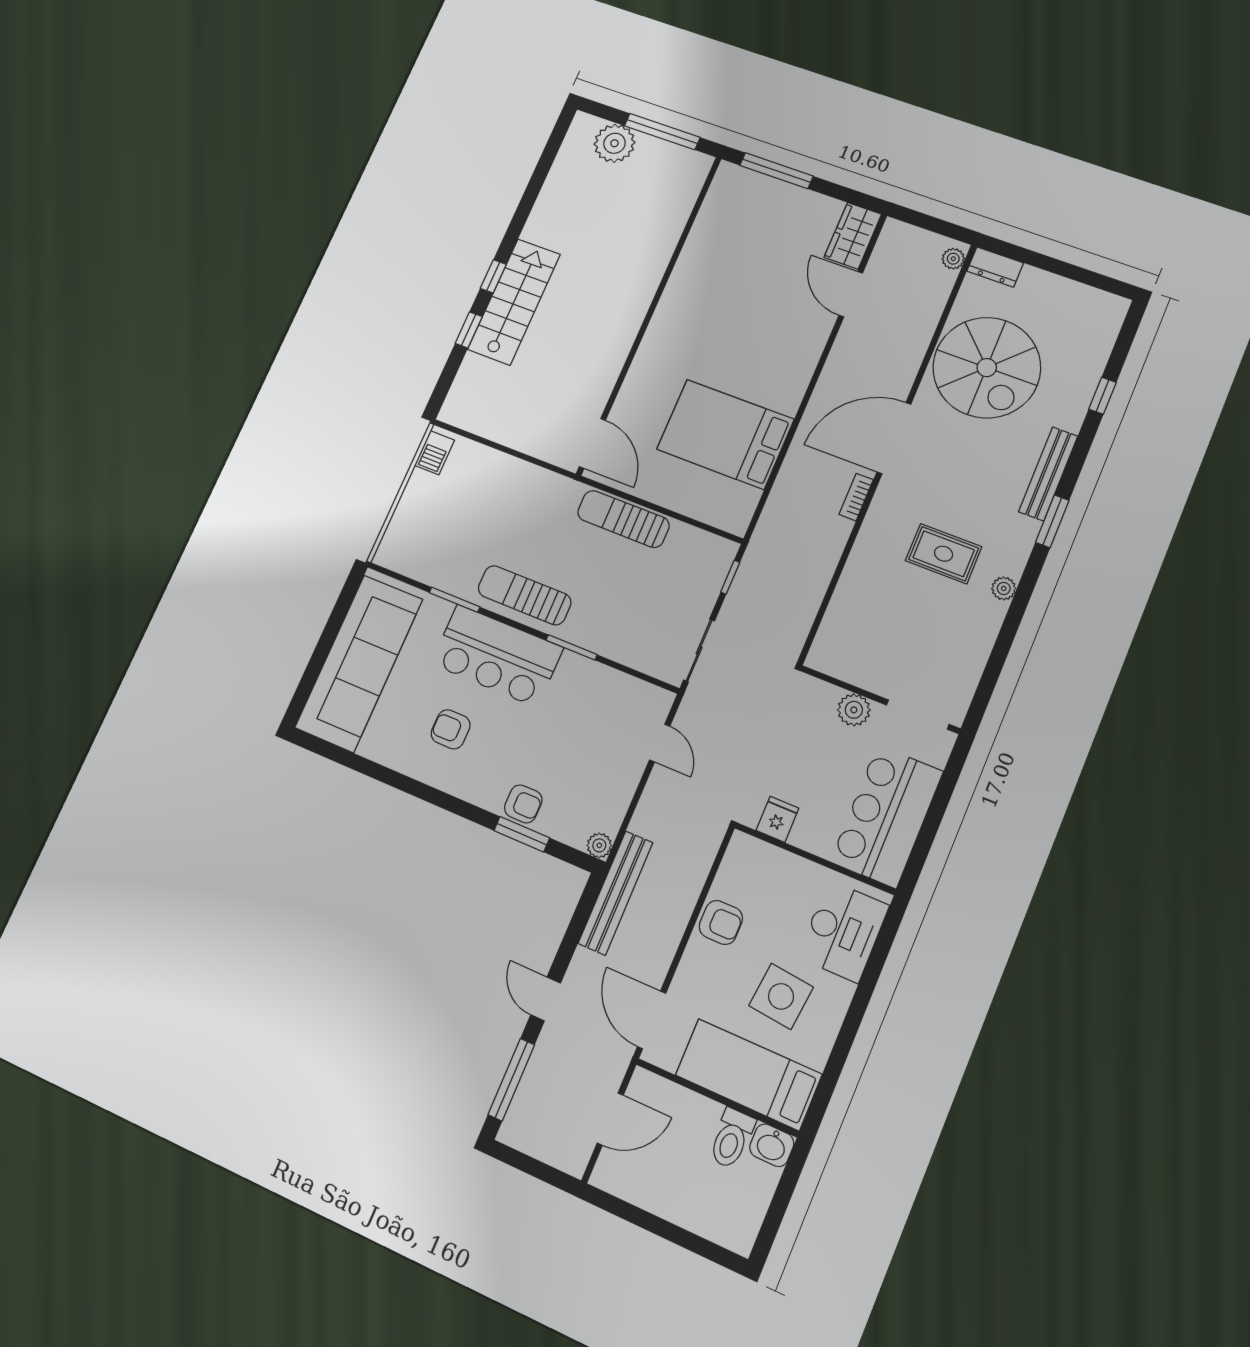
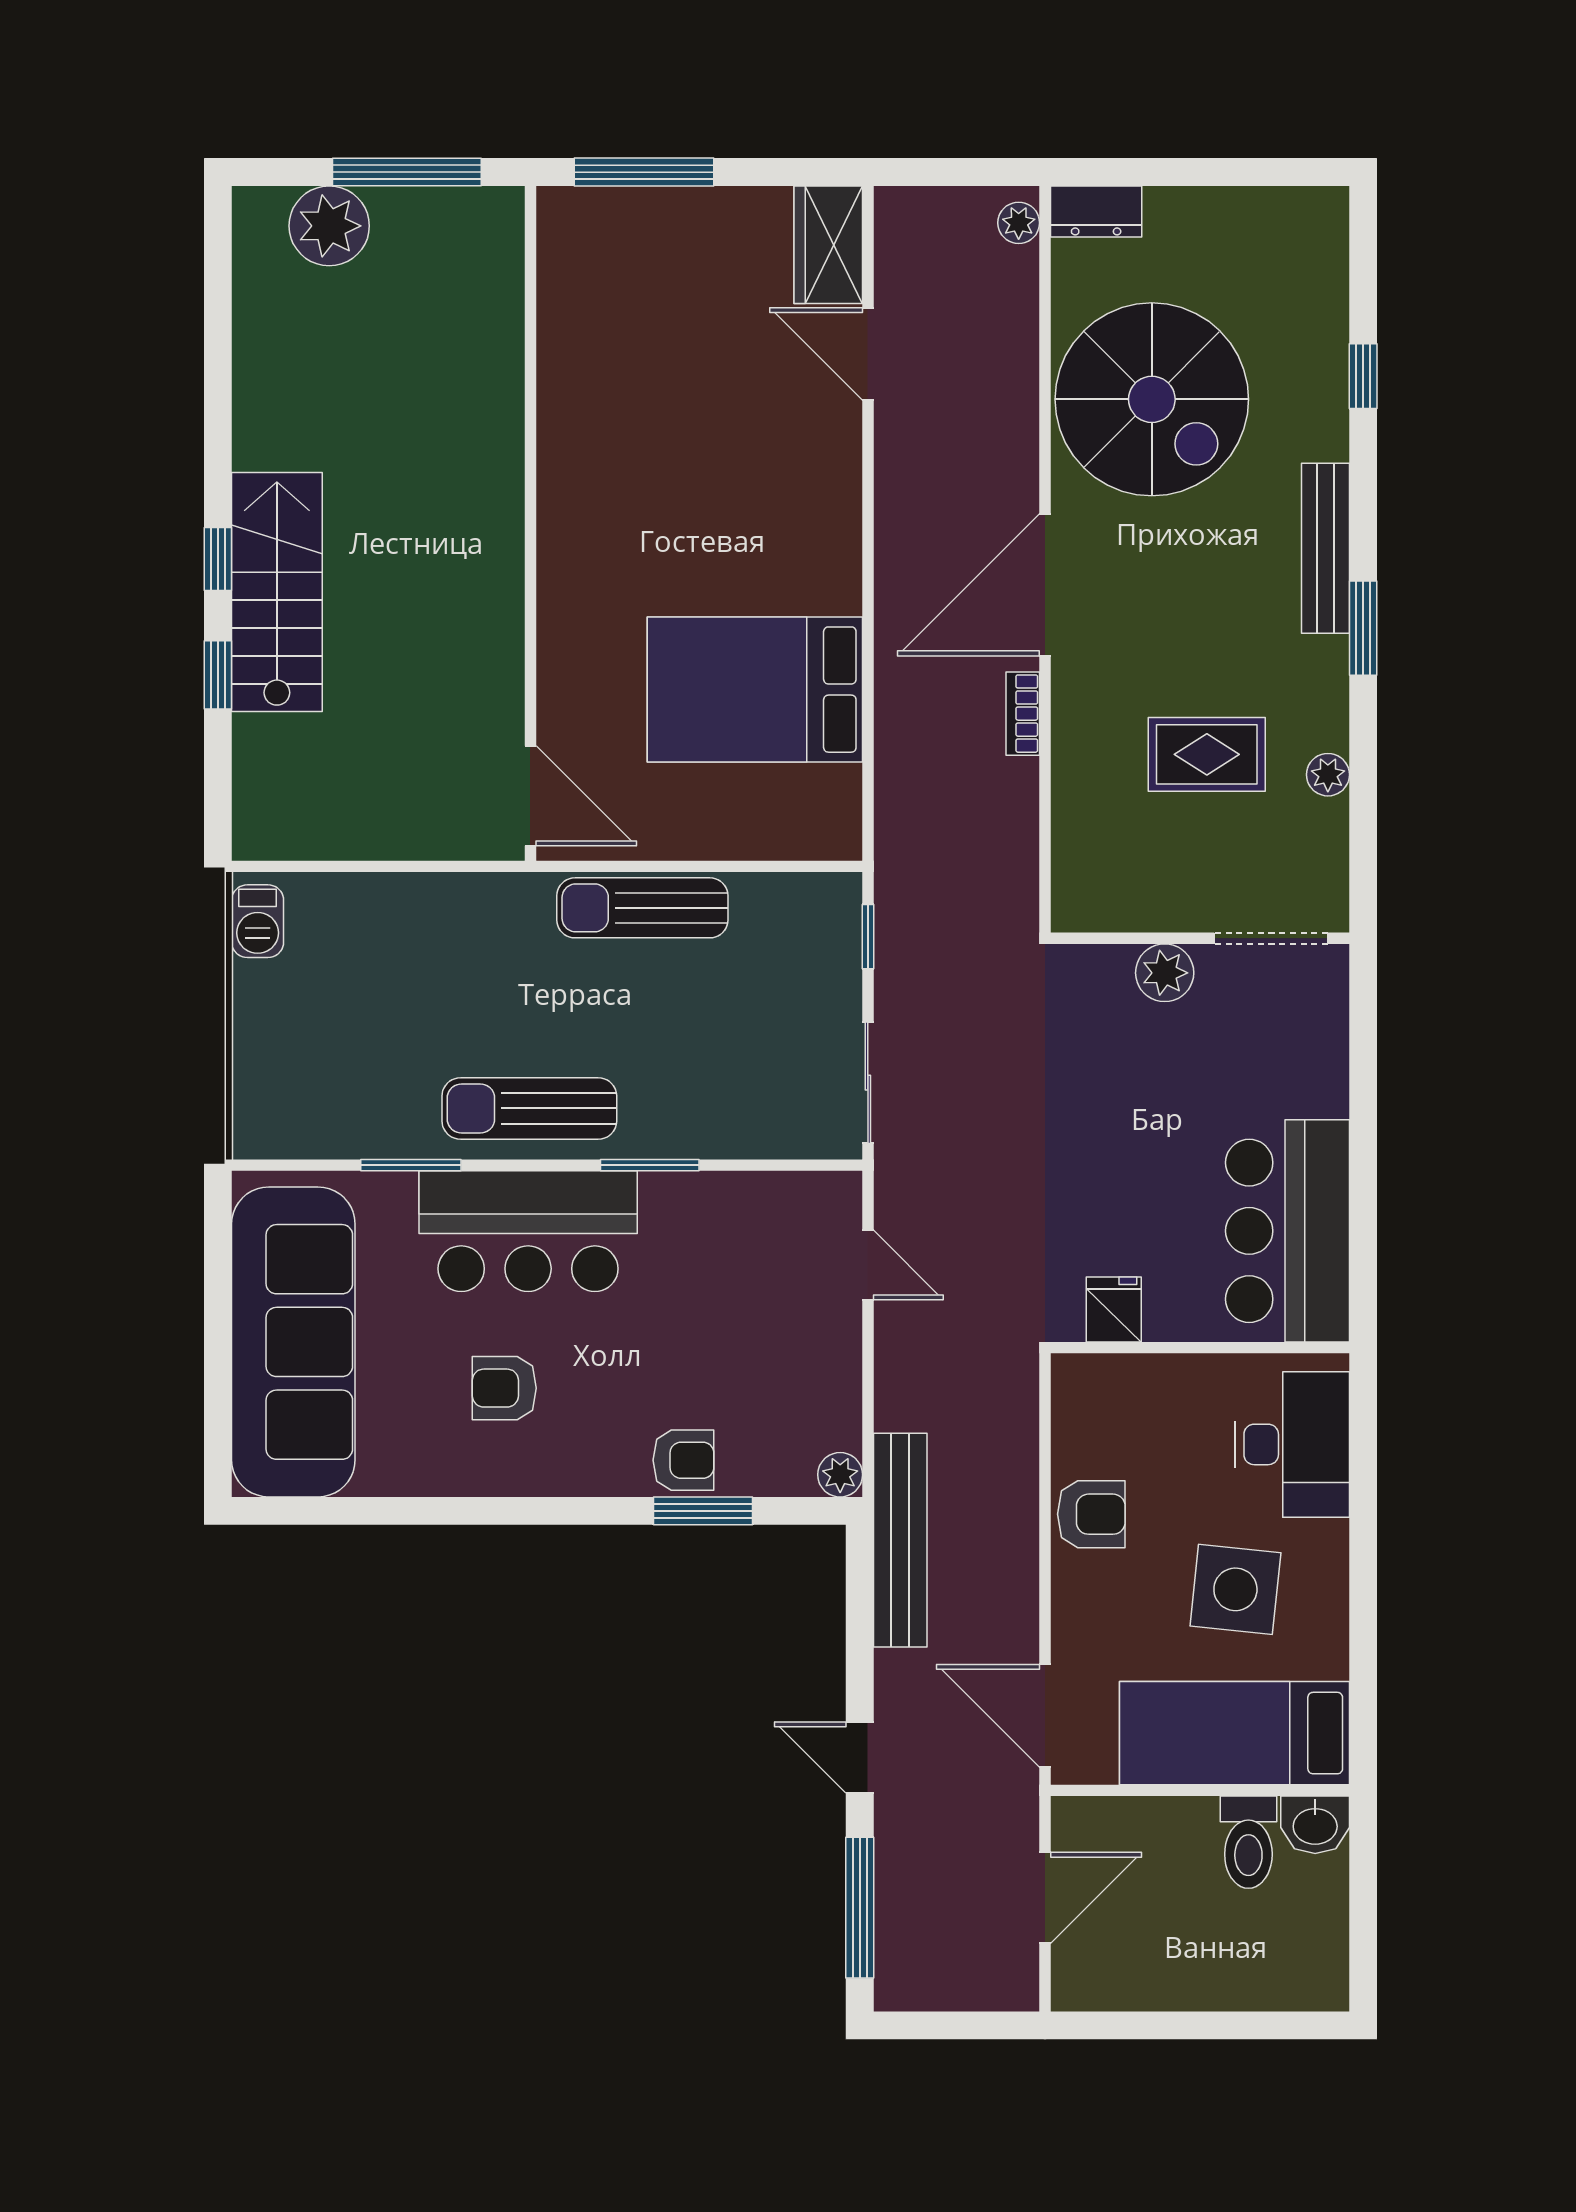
wall: (880, 700) -> (1200, 938), moved
plant: (854, 710) -> (1165, 973), moved
doorway: (918, 715) -> (1271, 938), moved

